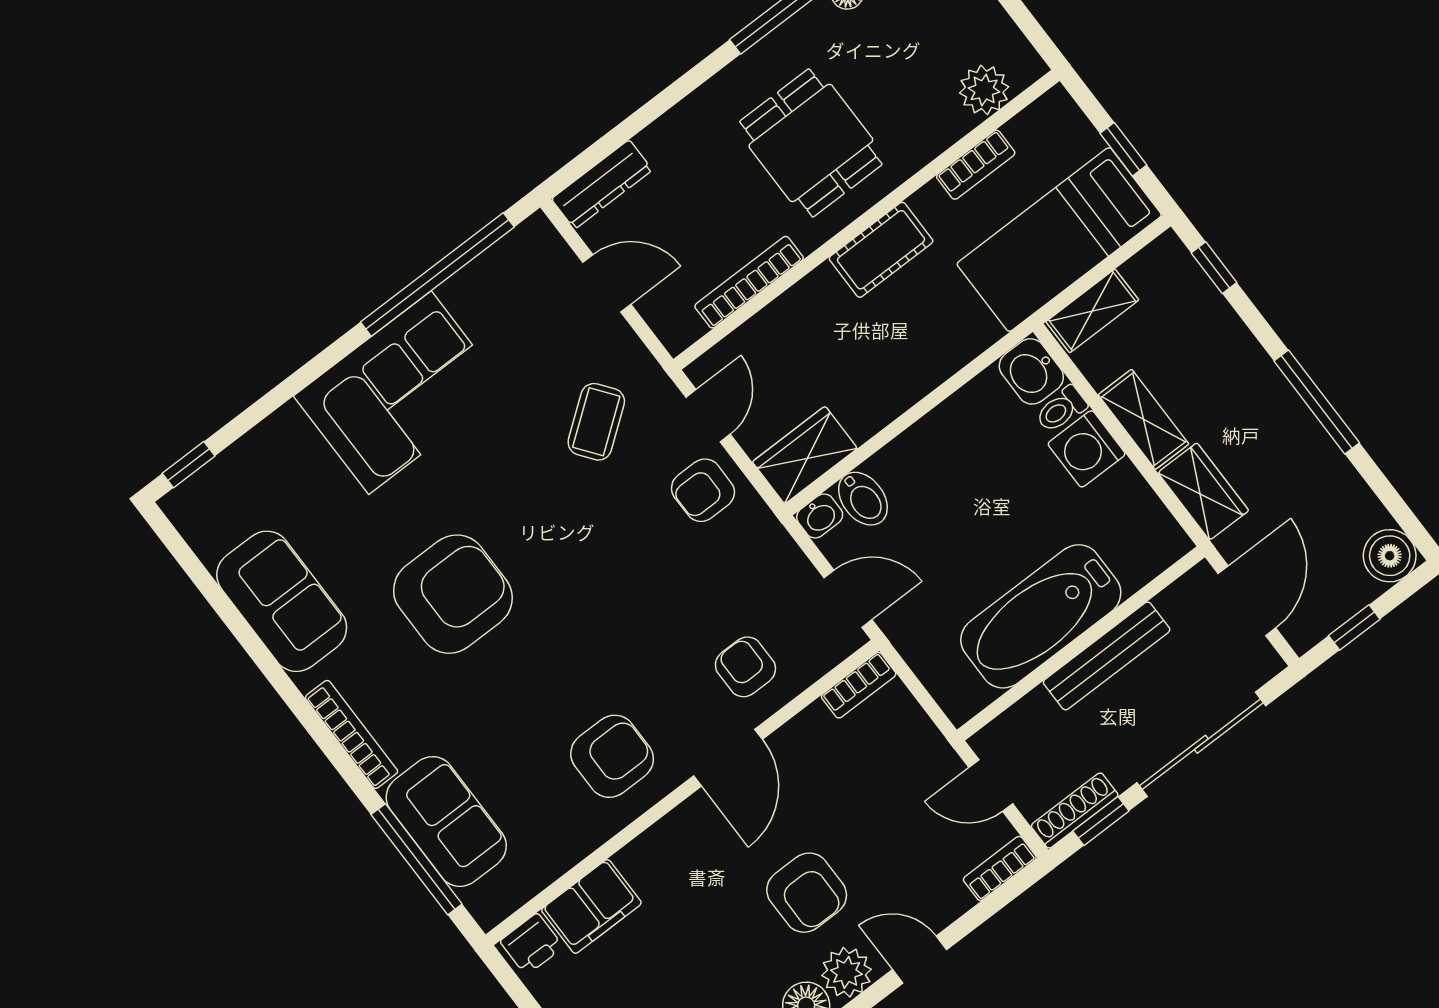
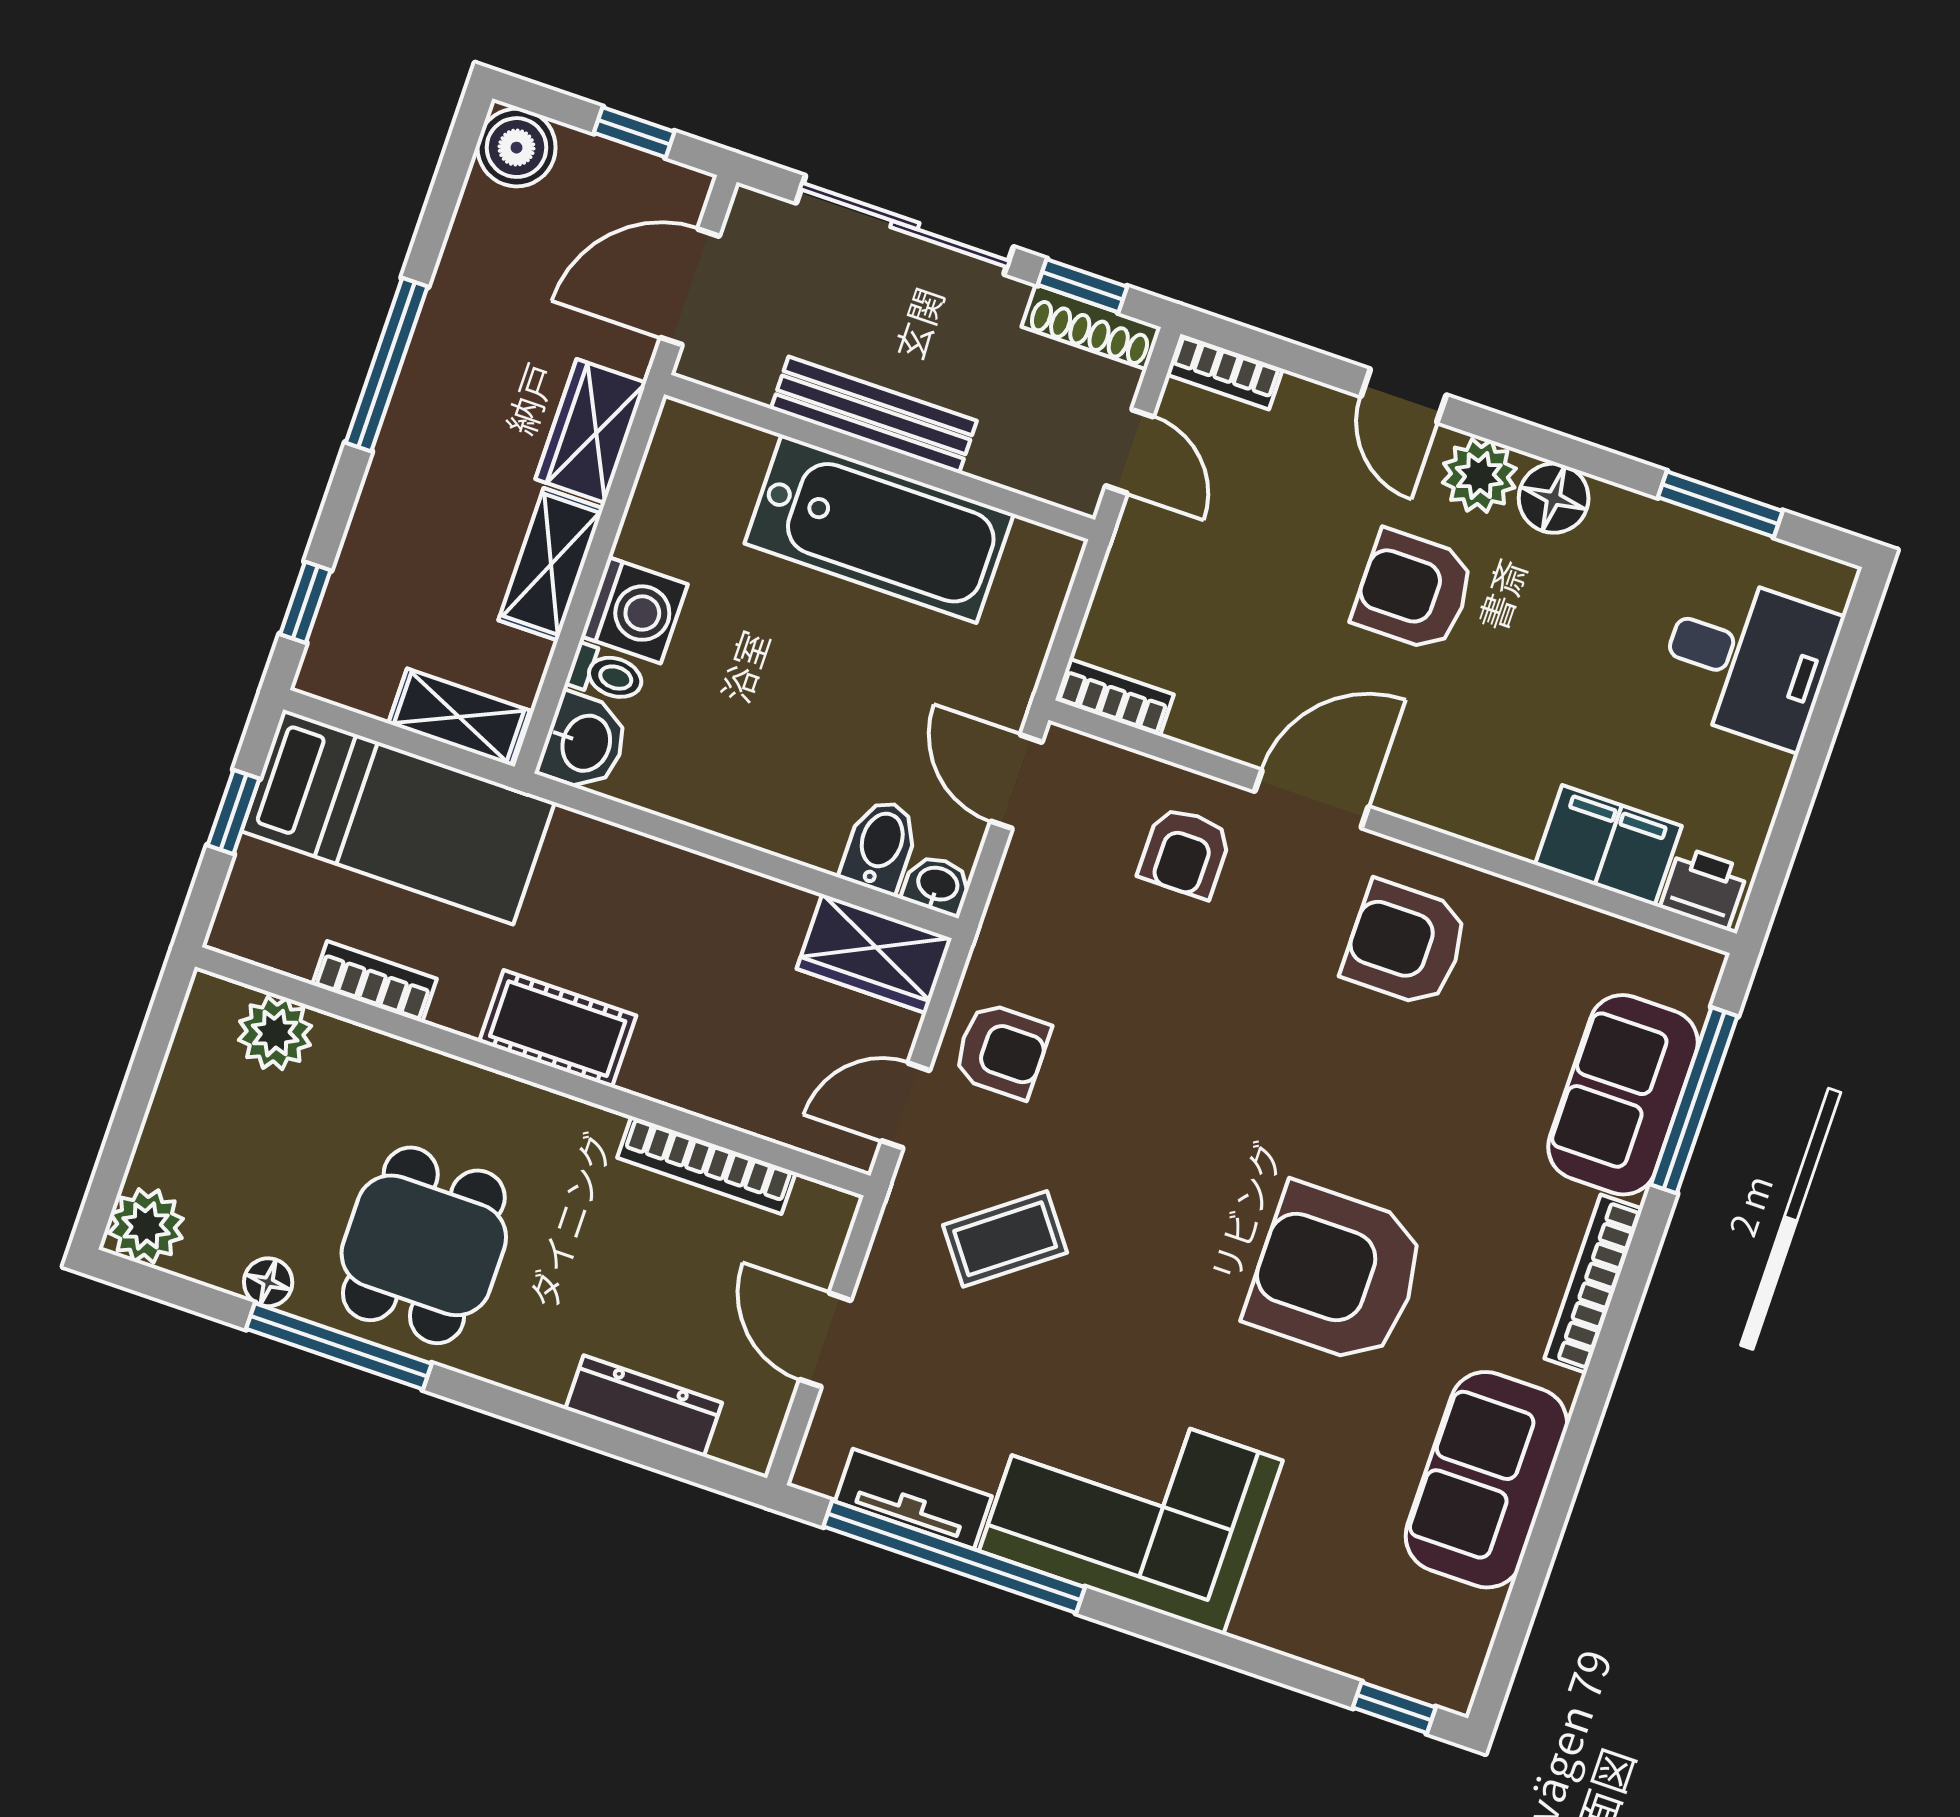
dining table: (811, 143) -> (424, 1245), moved
dresser: (602, 184) -> (644, 1406), moved
tv unit: (485, 273) -> (913, 1499), added
armchair: (807, 893) -> (1414, 591), turned -90

